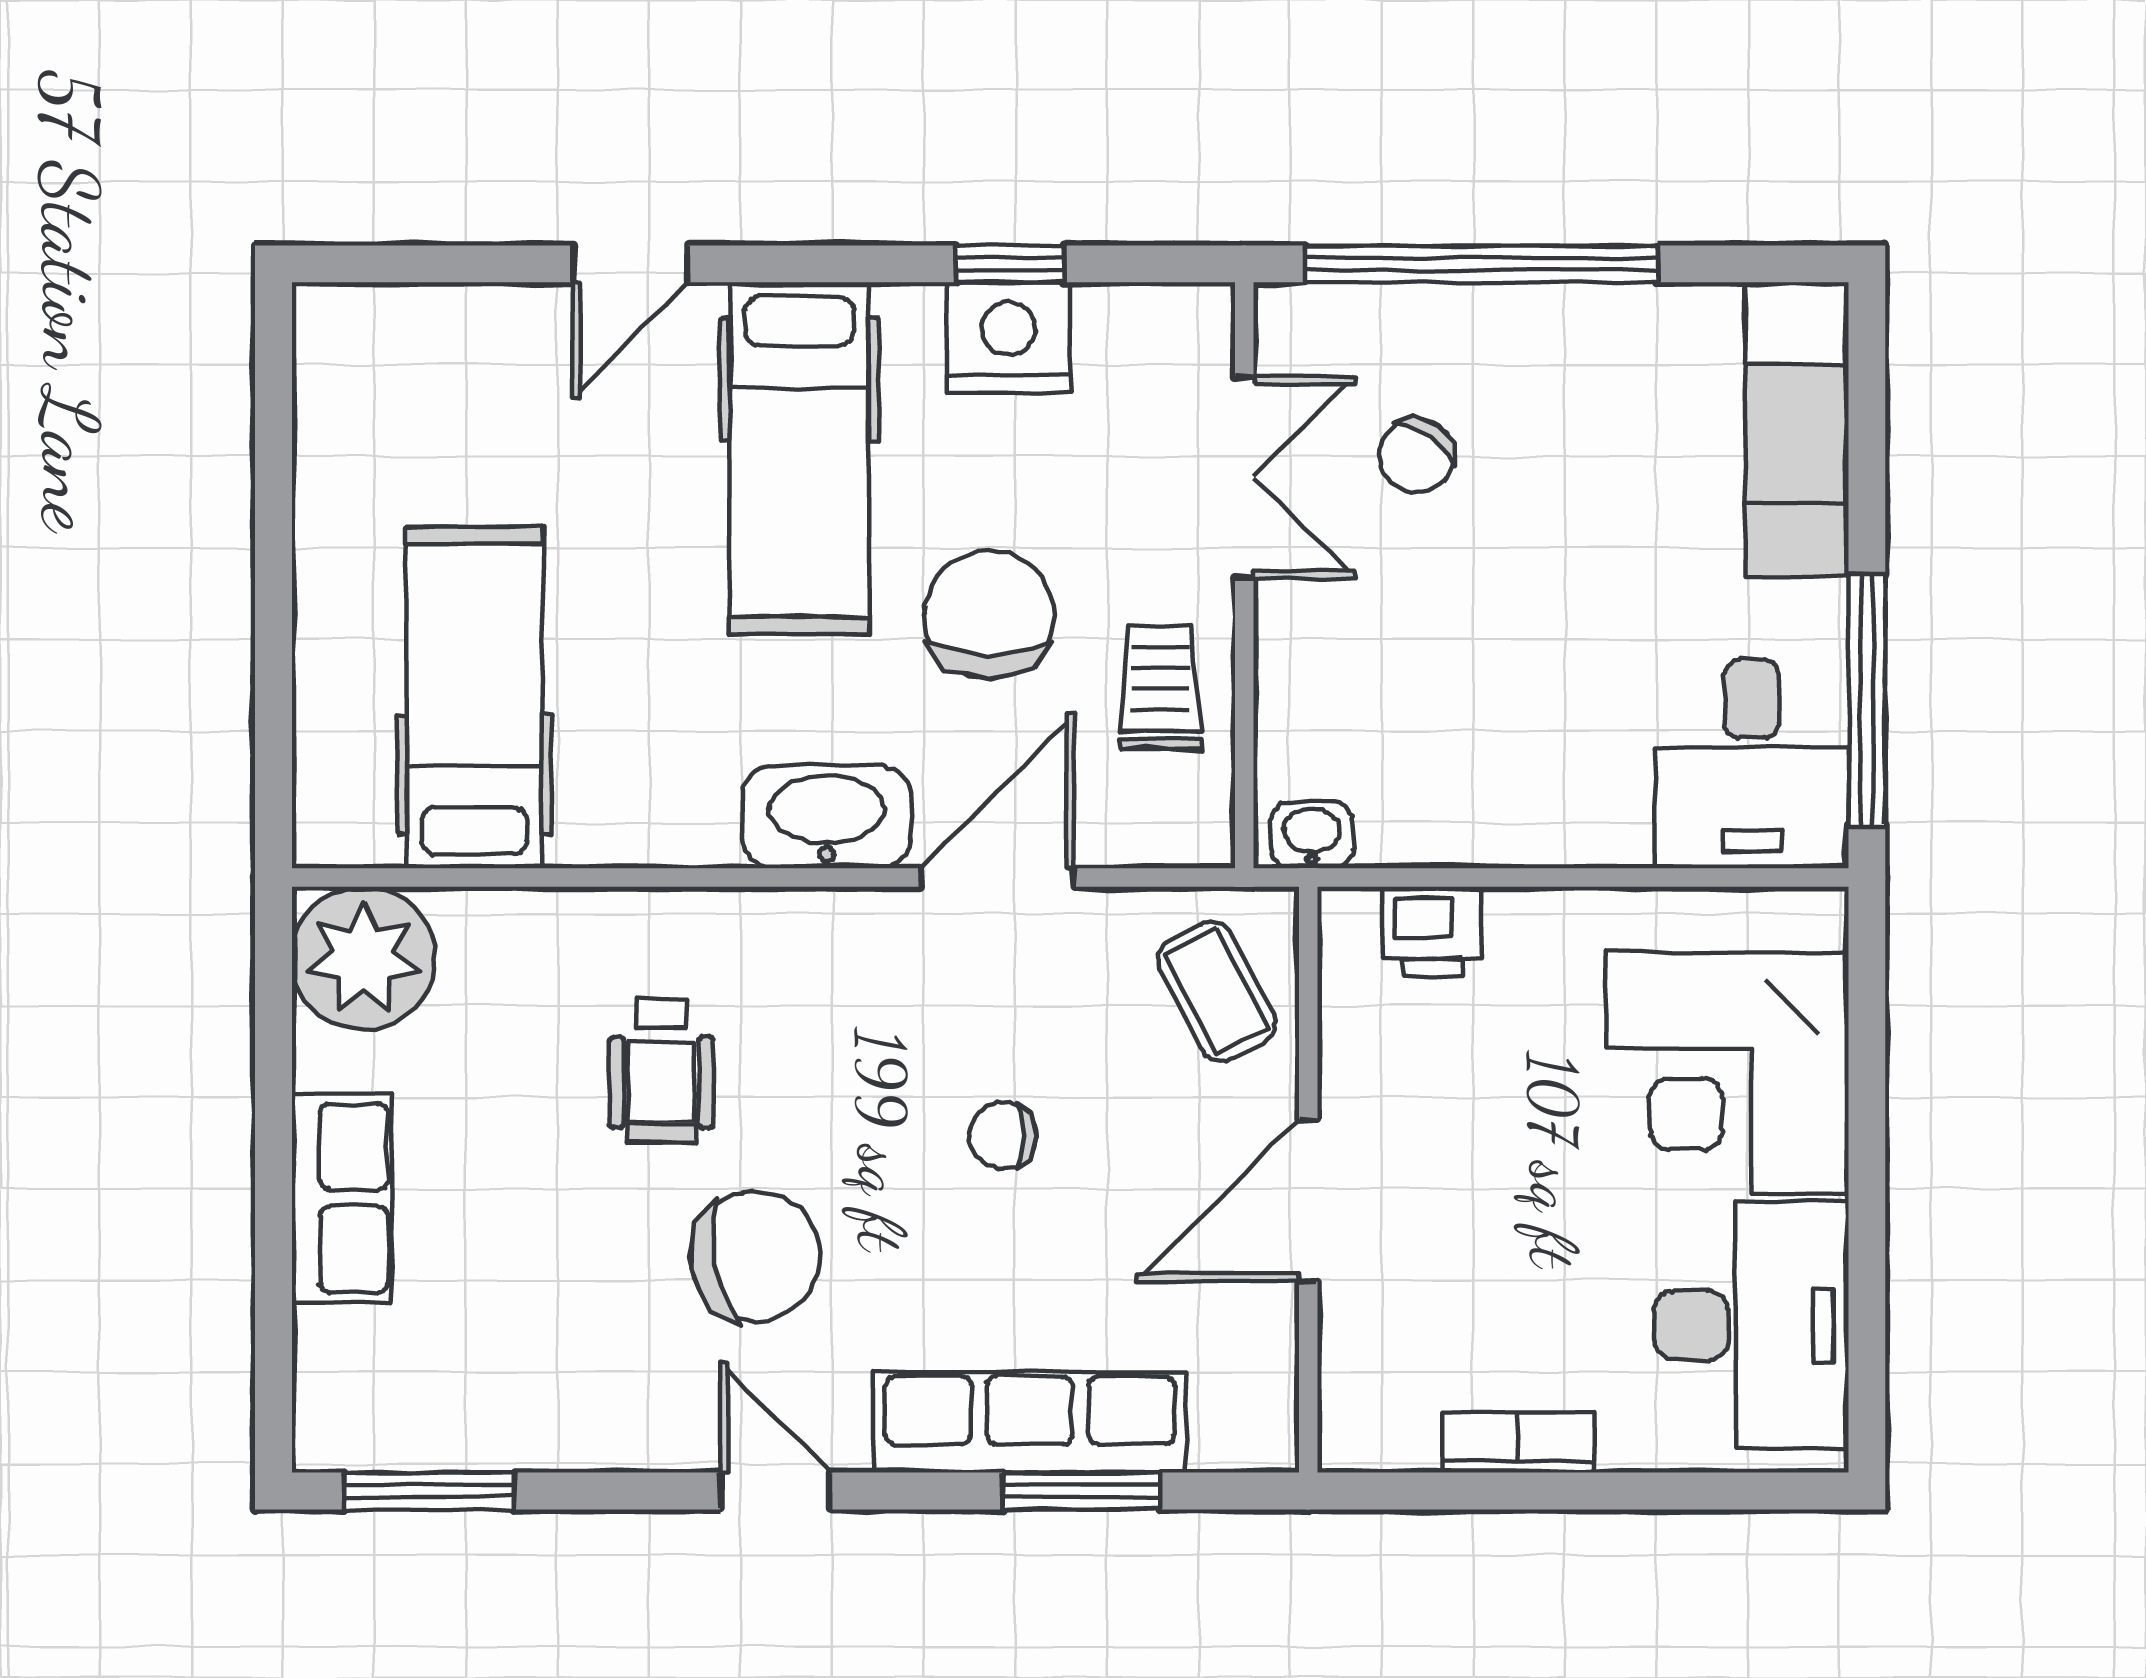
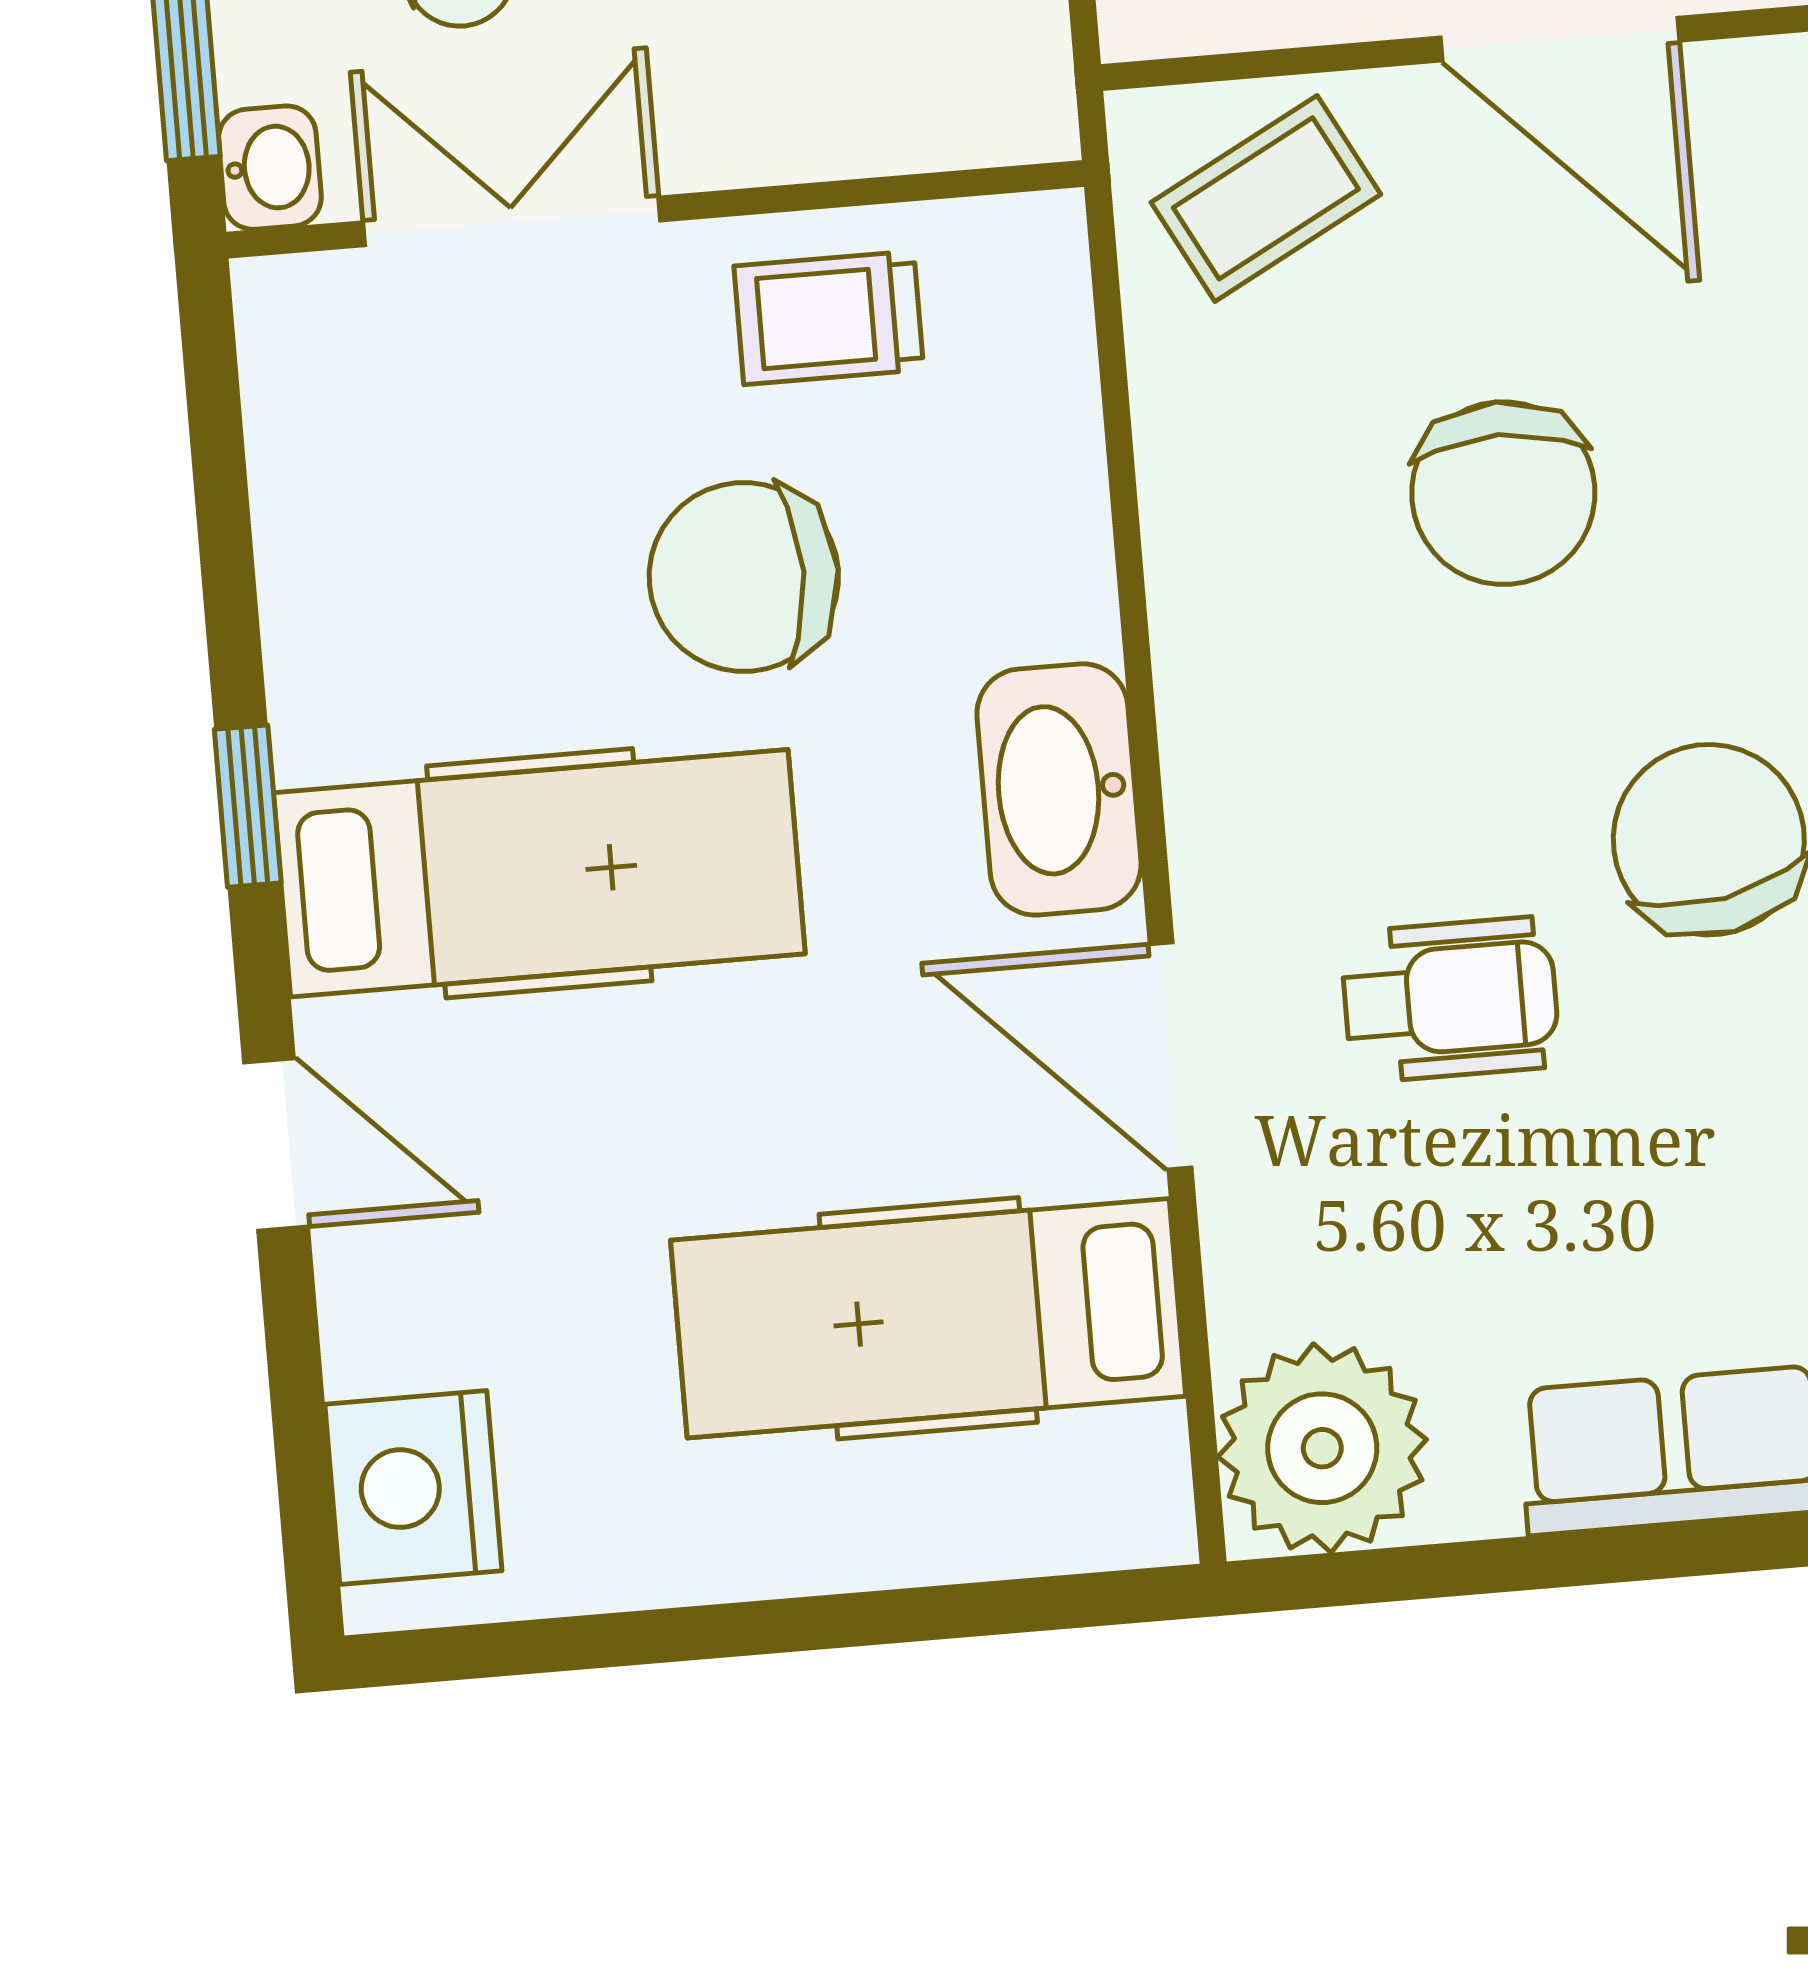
window: (1010, 264) -> (248, 806), moved
nightstand: (1008, 338) -> (413, 1487), moved
washbasin: (1312, 835) -> (270, 168), moved, turned 180
door: (998, 877) -> (1171, 1056), moved
chair: (1003, 1136) -> (1503, 493), width x1.87, depth x1.87

